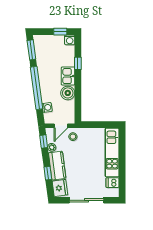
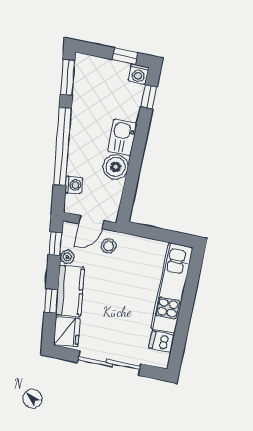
window: (78, 63) -> (149, 97), moved

